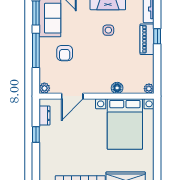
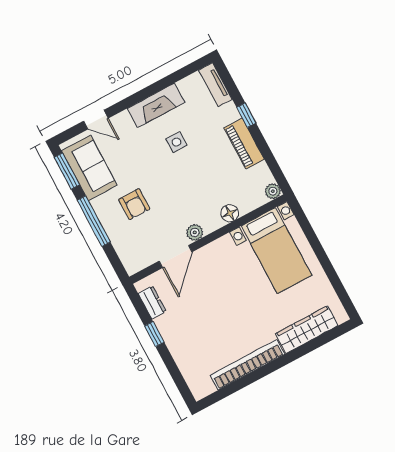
piano: (147, 39) -> (244, 144), moved
plant: (44, 88) -> (195, 232), moved
bed with nightstands: (125, 124) -> (276, 251), width x0.73

